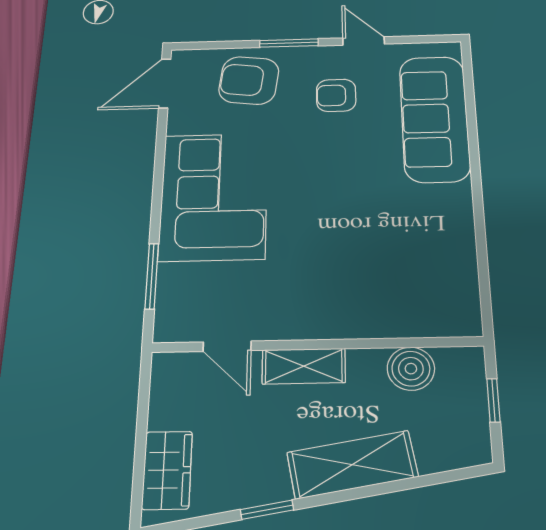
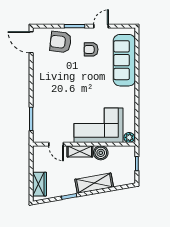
door: (364, 41) -> (101, 26), hinge flipped
door: (165, 83) -> (31, 42), hinge flipped
corner sofa: (214, 196) -> (99, 125), moved, turned -90
plant: (462, 322) -> (129, 137), added
boiler: (411, 369) -> (101, 153), moved

